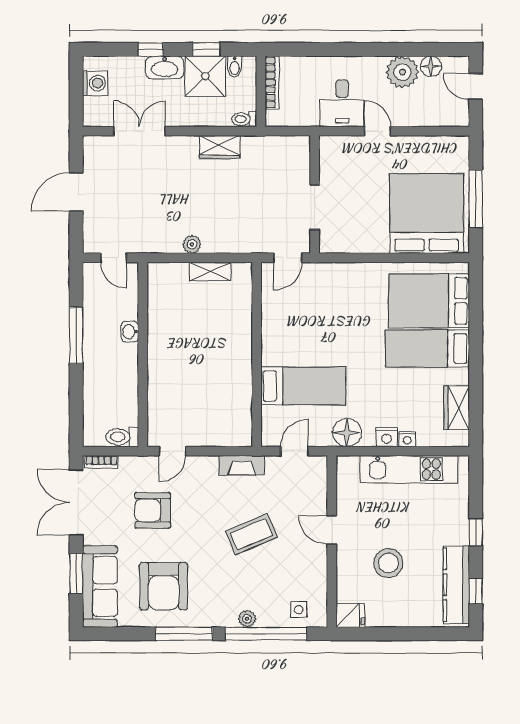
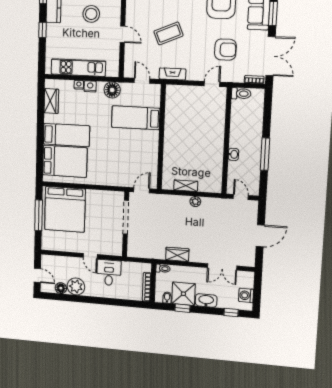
window: (151, 49) -> (231, 313), moved
doorway: (315, 207) -> (126, 217), width x1.36
door: (294, 451) -> (142, 81), swing flipped

